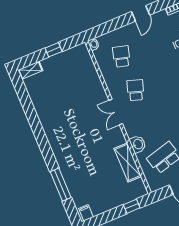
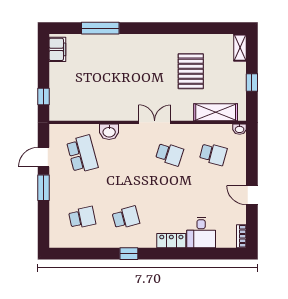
pallet: (65, 101) -> (191, 71), added
shelving: (128, 163) -> (216, 112), moved
filing cabinet: (86, 213) -> (57, 49), width x2.00

